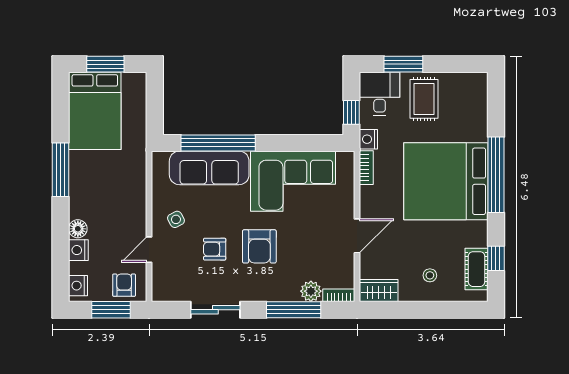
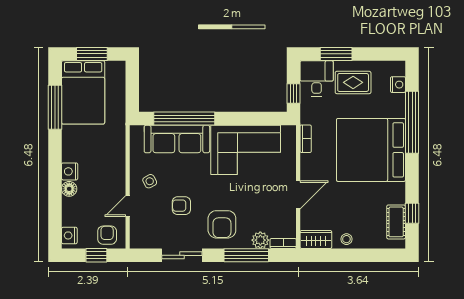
rug: (424, 99) -> (353, 82), turned 90
nightstand: (368, 139) -> (398, 85), moved, turned 180
window: (61, 170) -> (55, 107), moved
window: (496, 175) -> (412, 122), moved
armchair: (259, 246) -> (222, 224), moved
nightstand: (78, 250) -> (70, 171), moved
stool: (430, 275) -> (346, 239), moved
window: (111, 310) -> (96, 255), width x0.67

